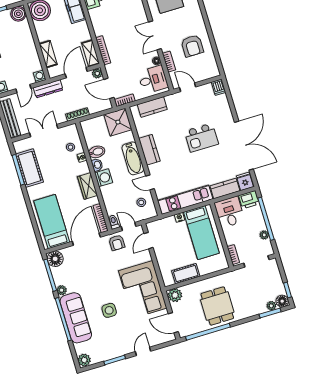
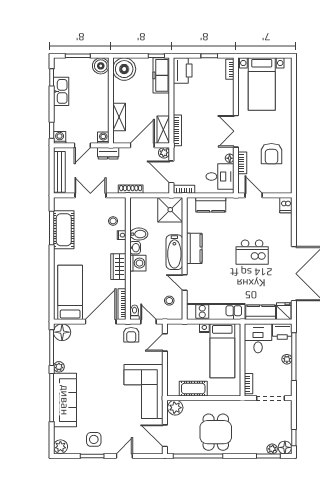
dresser: (48, 89) -> (108, 153), width x0.70
plant: (264, 235) -> (287, 359), moved
side table: (109, 310) -> (94, 439), moved

